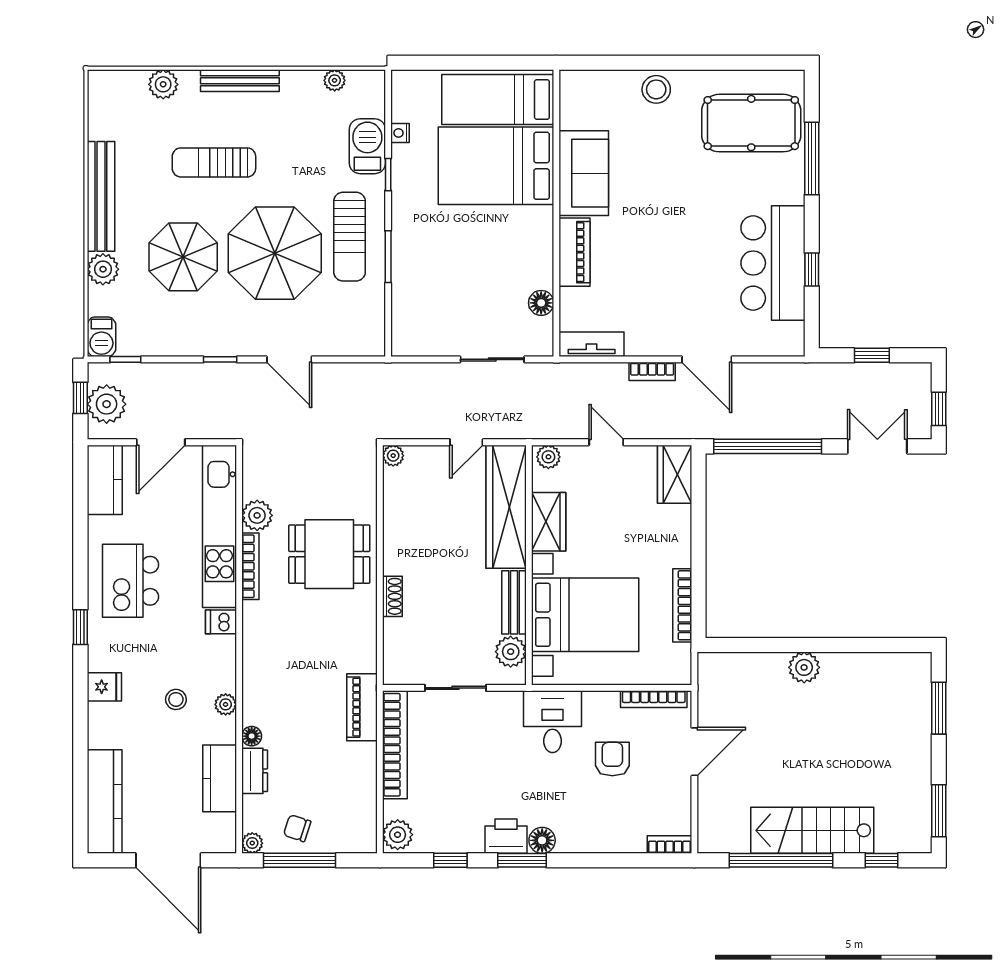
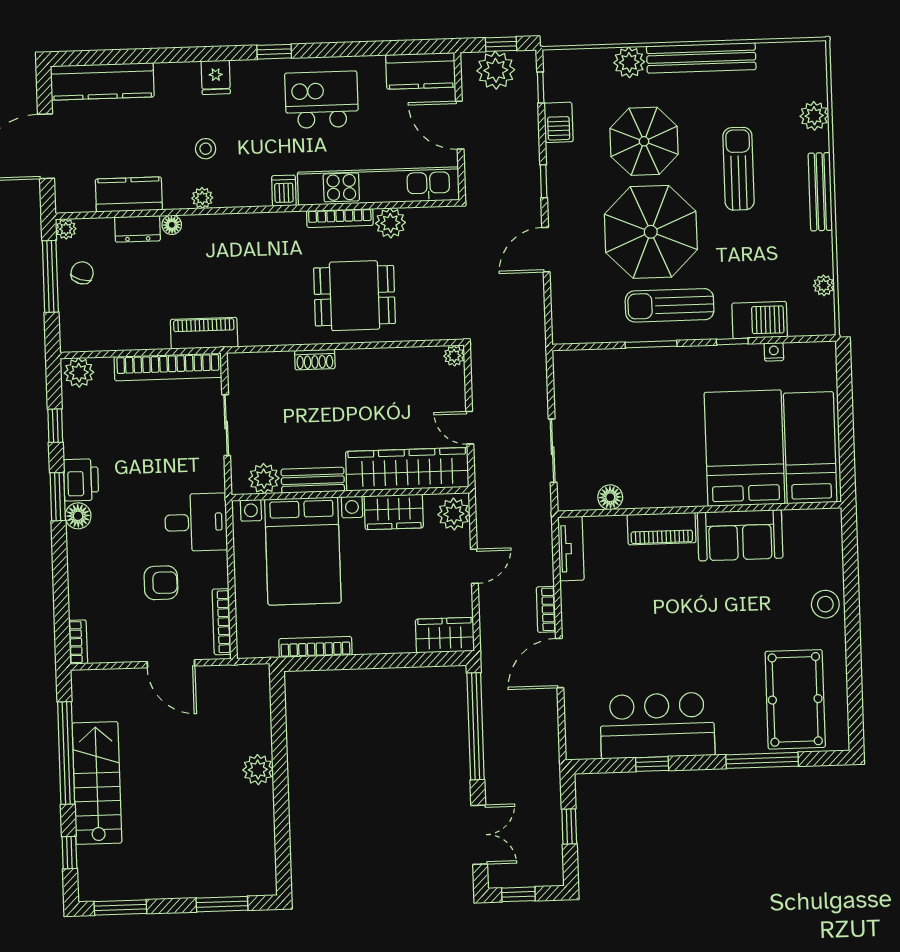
barbecue: (101, 337) -> (558, 122), moved, turned -90
plant: (548, 457) -> (454, 514), width x1.38, depth x1.38
dining table: (329, 554) -> (354, 296), turned 90

